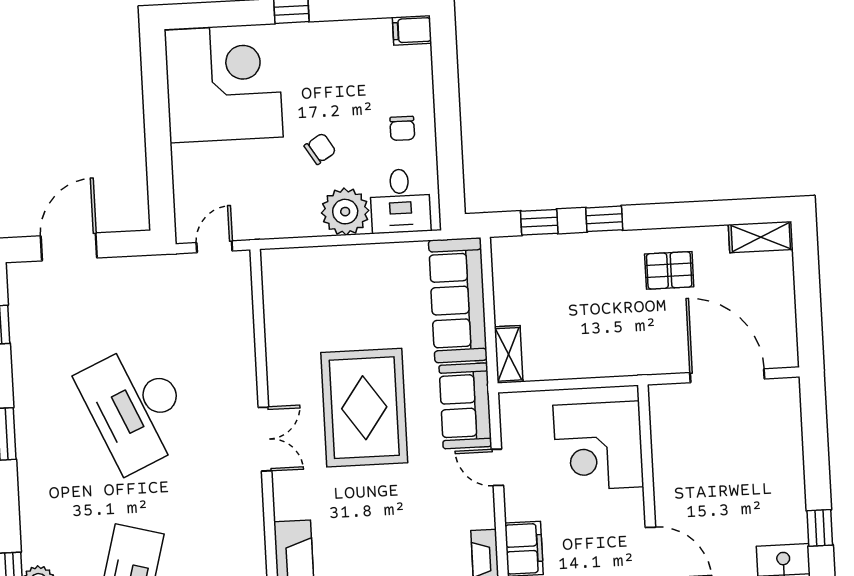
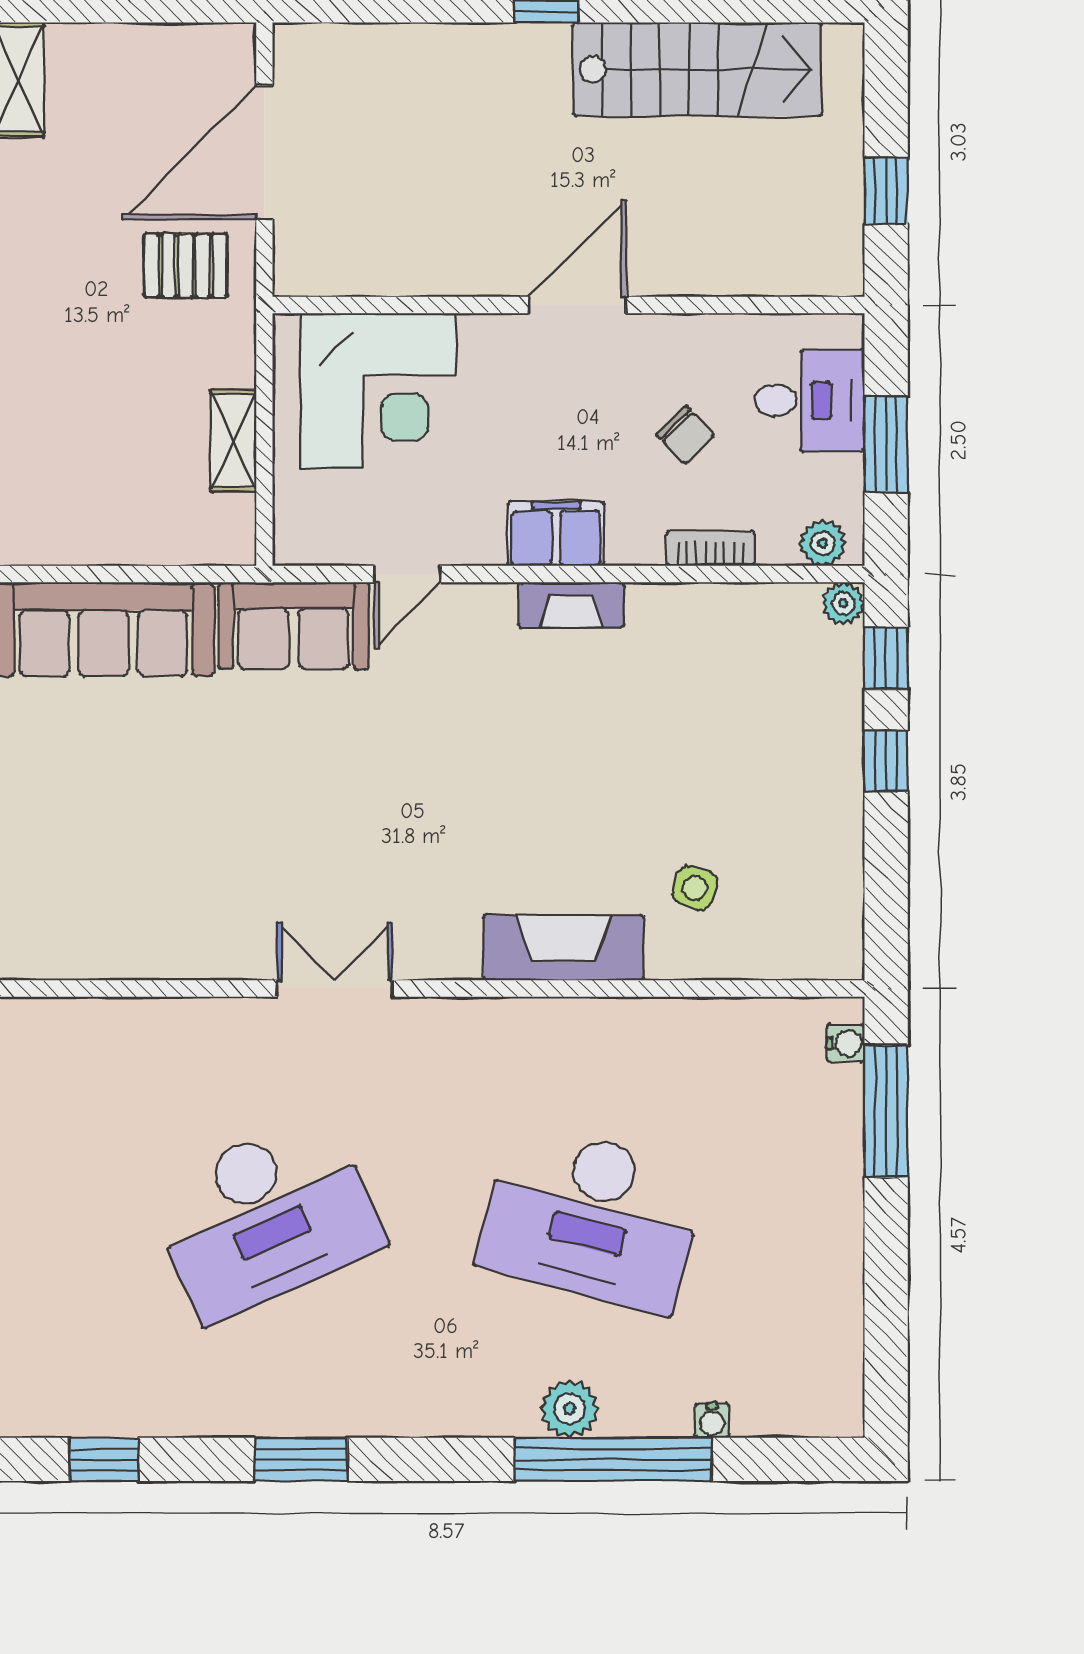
pallet: (669, 270) -> (186, 266), moved, turned 90
shelving: (509, 354) -> (233, 441), moved, turned 90
rug: (364, 408) -> (288, 807), removed

